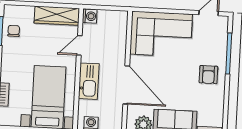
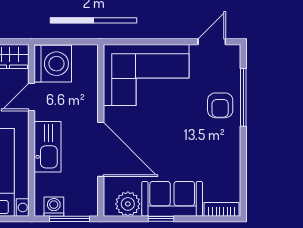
washing machine: (90, 16) -> (53, 64), width x1.89, depth x1.89
armchair: (208, 75) -> (220, 105), moved

